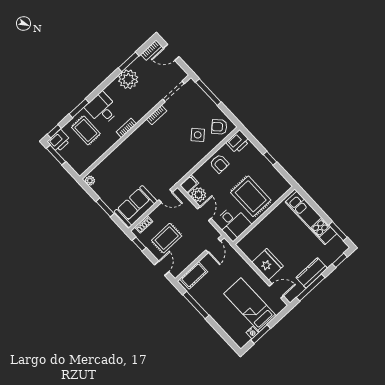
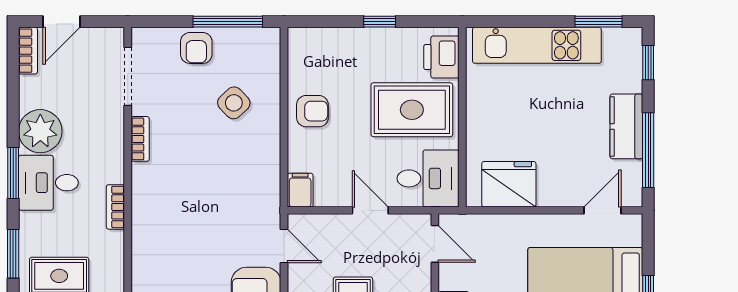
window: (129, 62) -> (13, 173), moved
window: (208, 92) -> (228, 22), moved
desk: (102, 109) -> (48, 183), moved
armchair: (219, 127) -> (196, 48), moved, turned -47
printer: (238, 142) -> (441, 57), moved, turned 180
plant: (199, 195) -> (331, 191), removed
door: (166, 196) -> (284, 246), hinge flipped
fridge: (268, 264) -> (509, 184), moved

